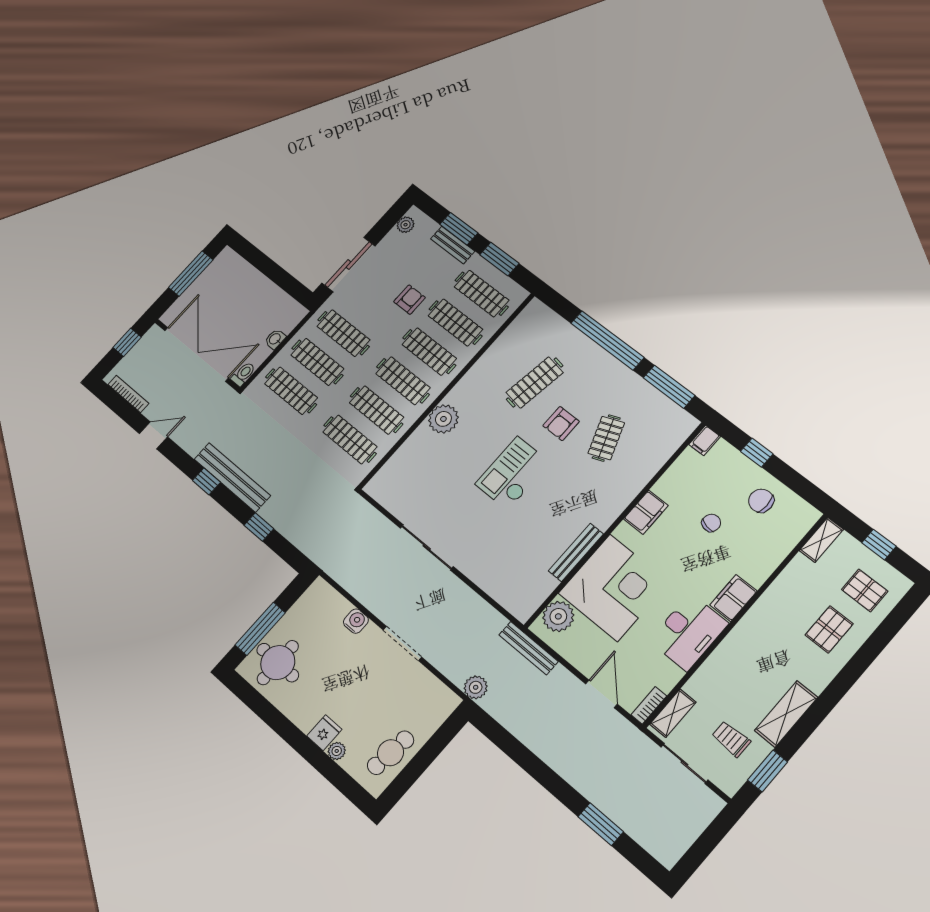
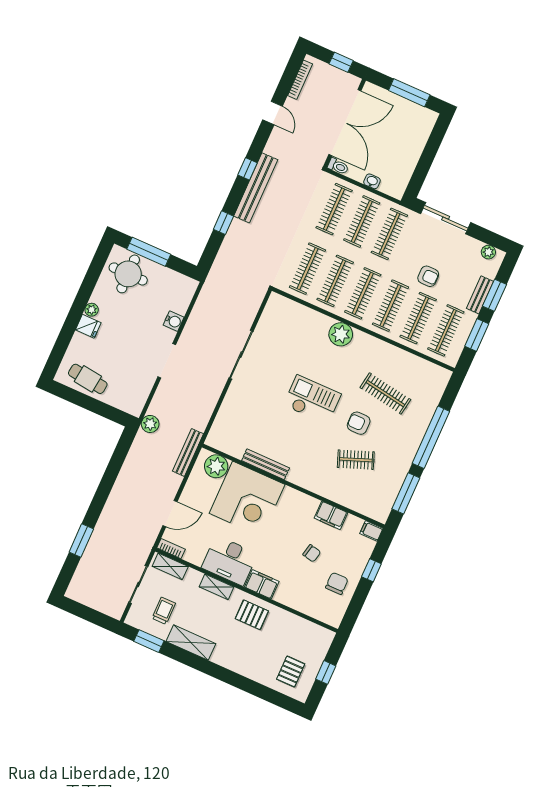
filing cabinet: (646, 512) -> (331, 515), moved
shelving: (821, 540) -> (216, 587), moved
pallet: (829, 629) -> (252, 615), moved
plant: (337, 751) -> (92, 310), moved

